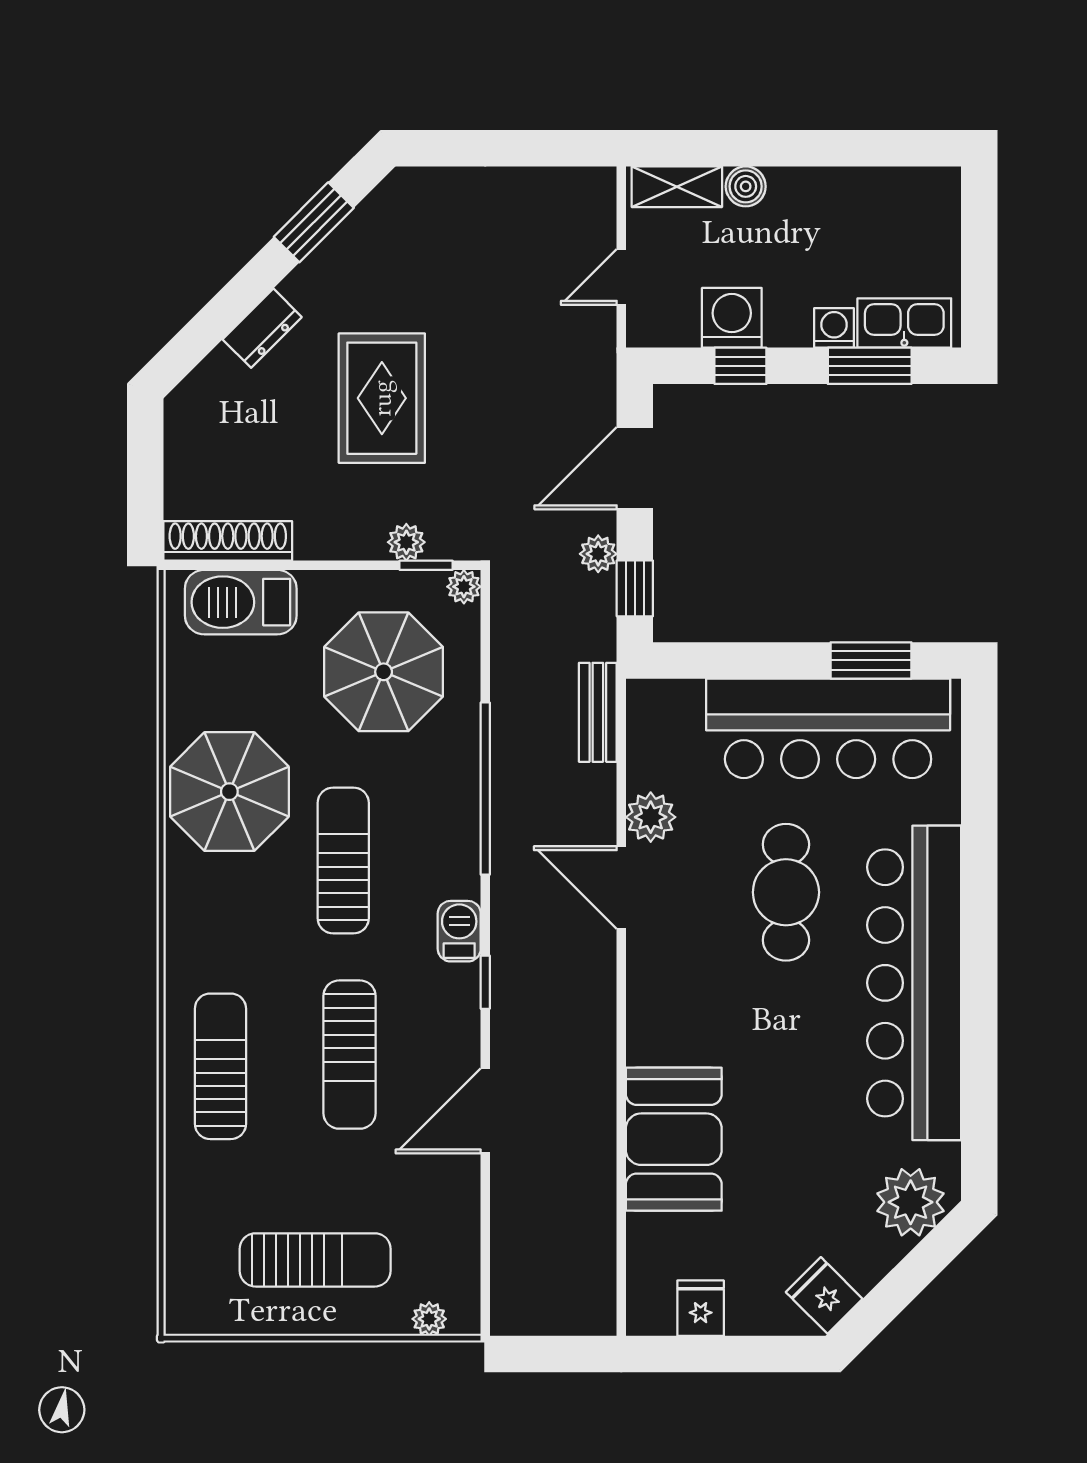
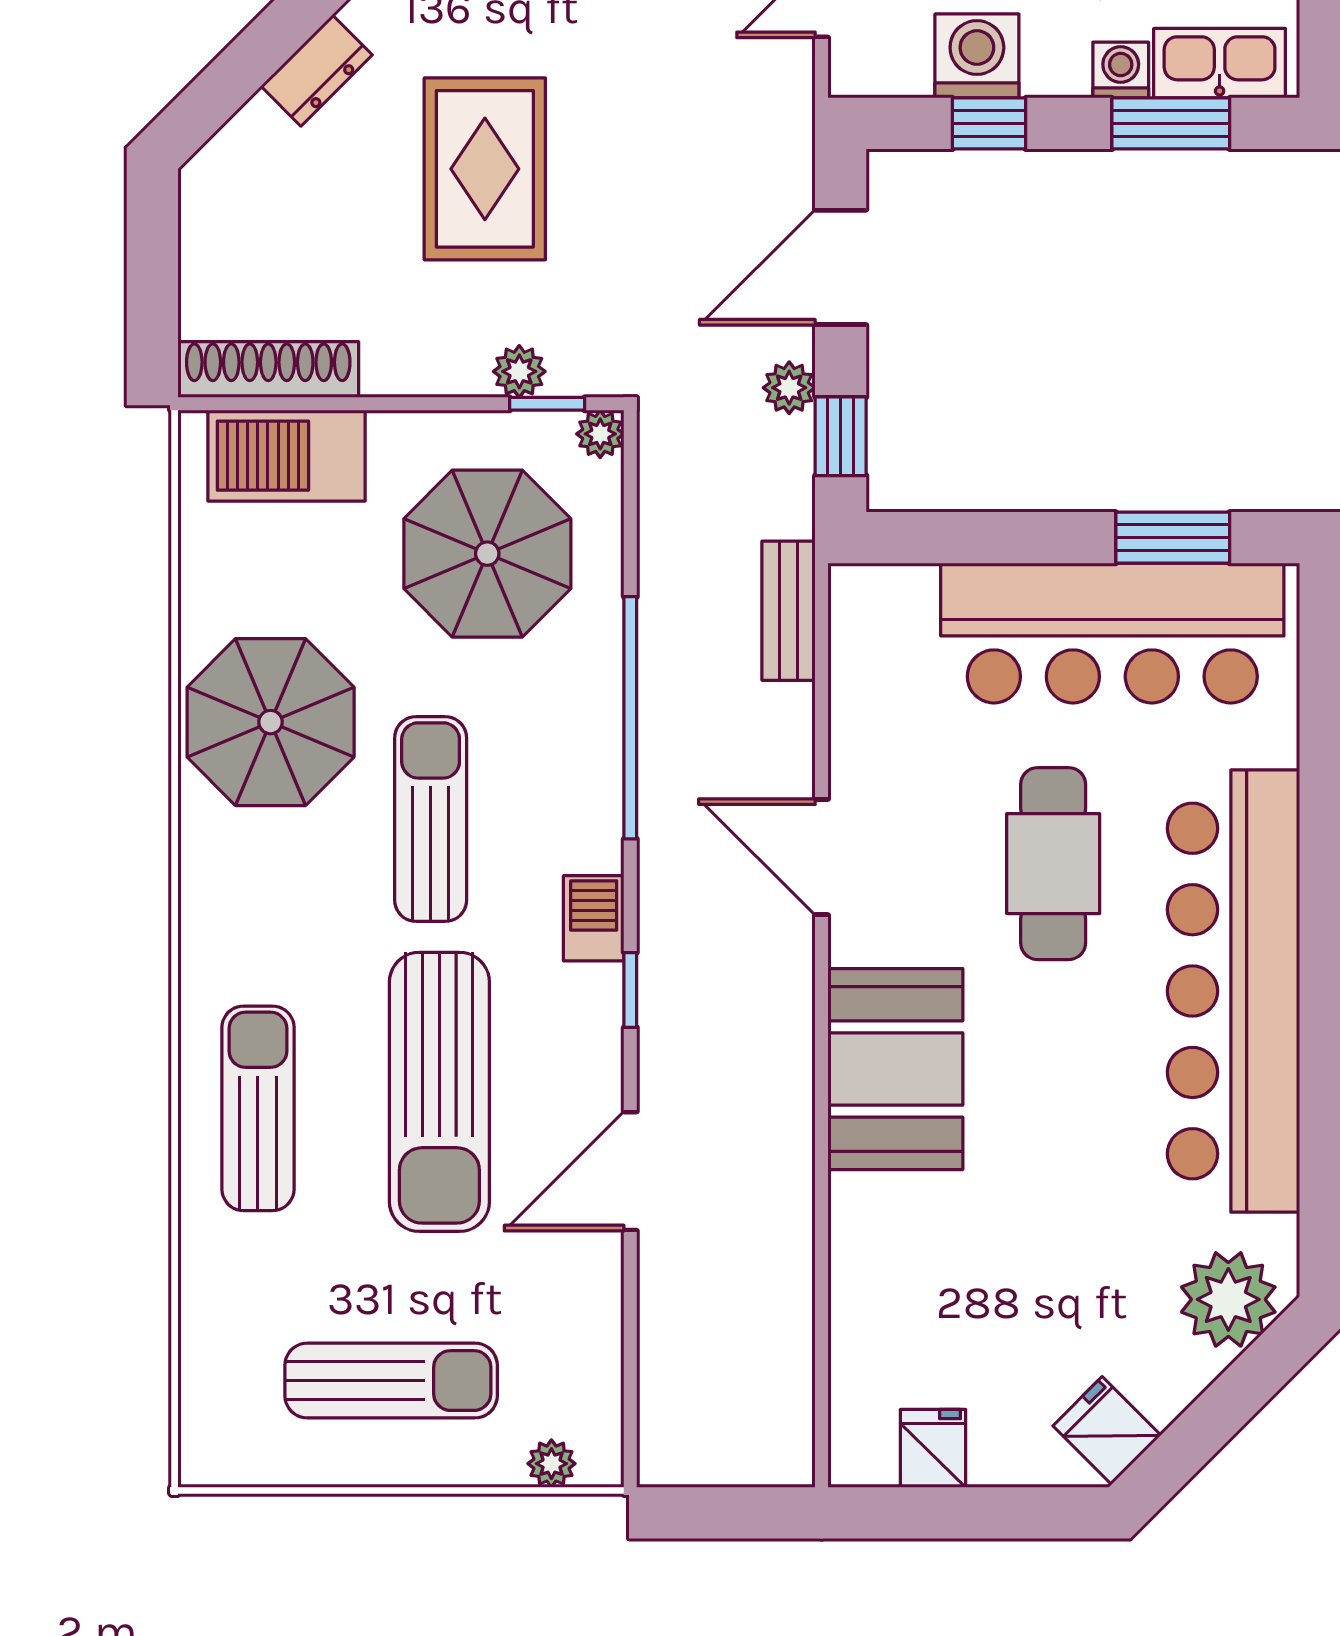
plant: (651, 817) -> (863, 758), removed
sun lounger: (349, 1055) -> (439, 1092), width x1.36, depth x1.34
booth: (674, 1139) -> (895, 1069), moved

